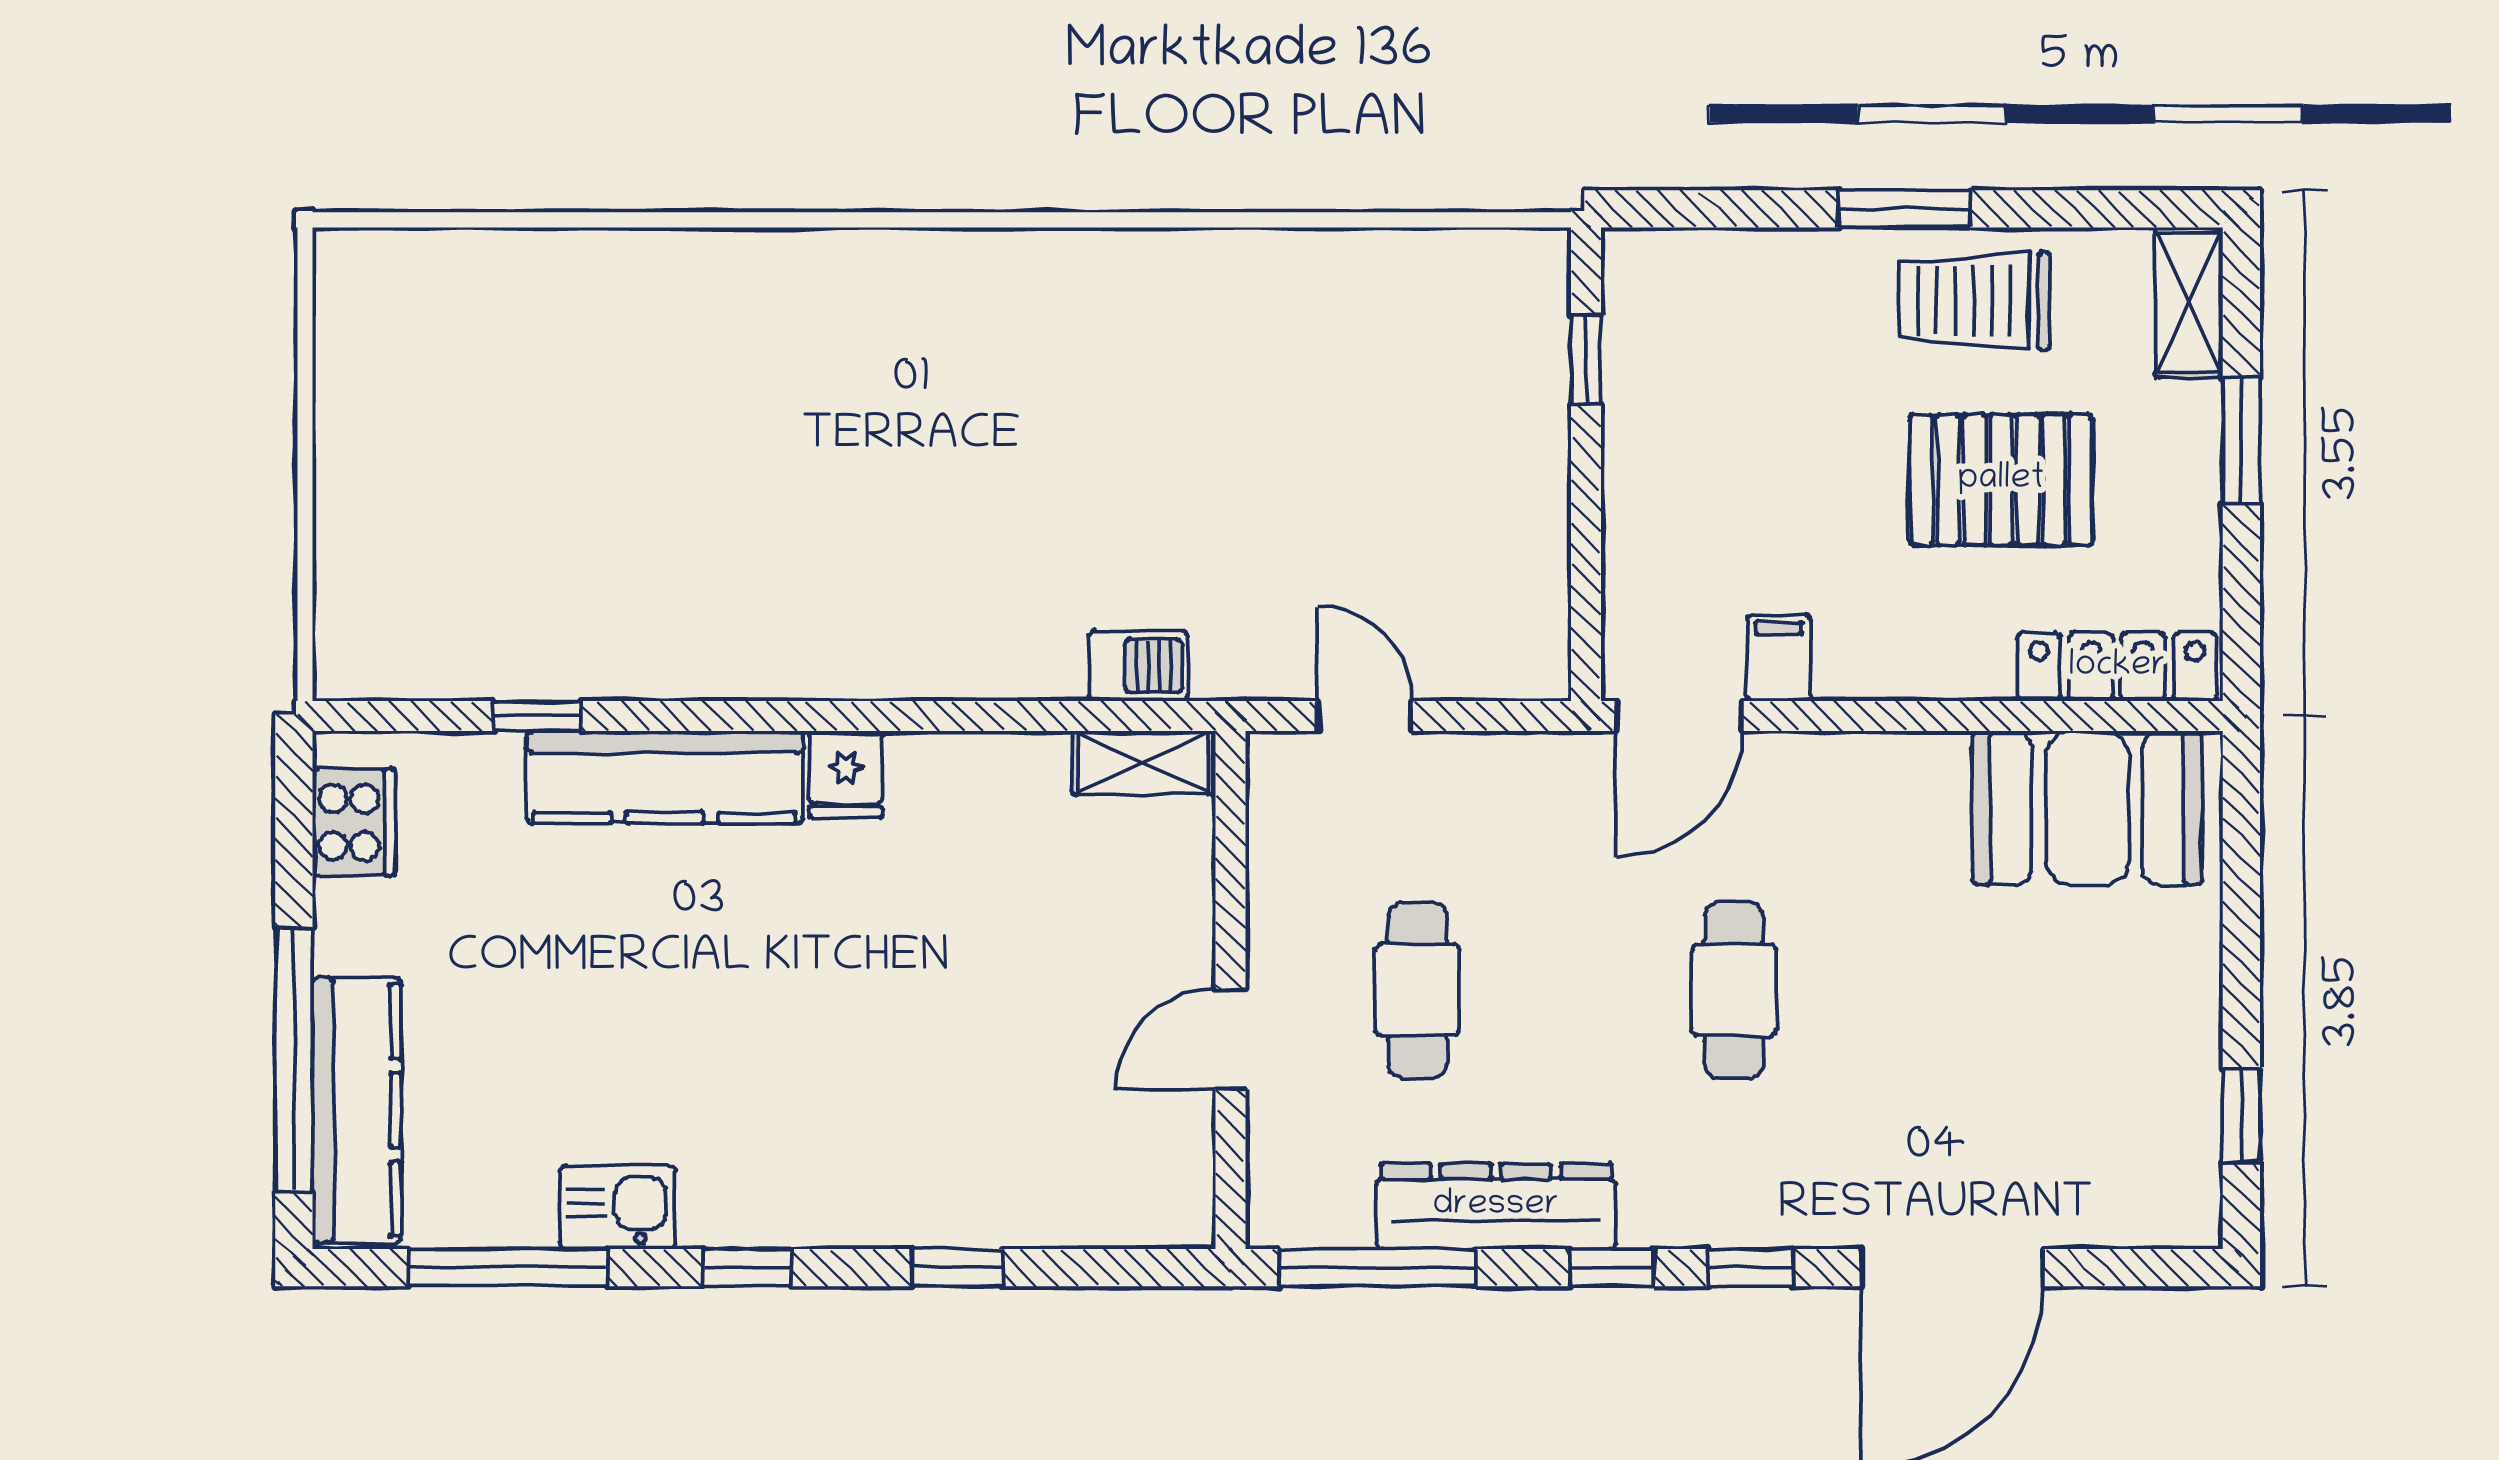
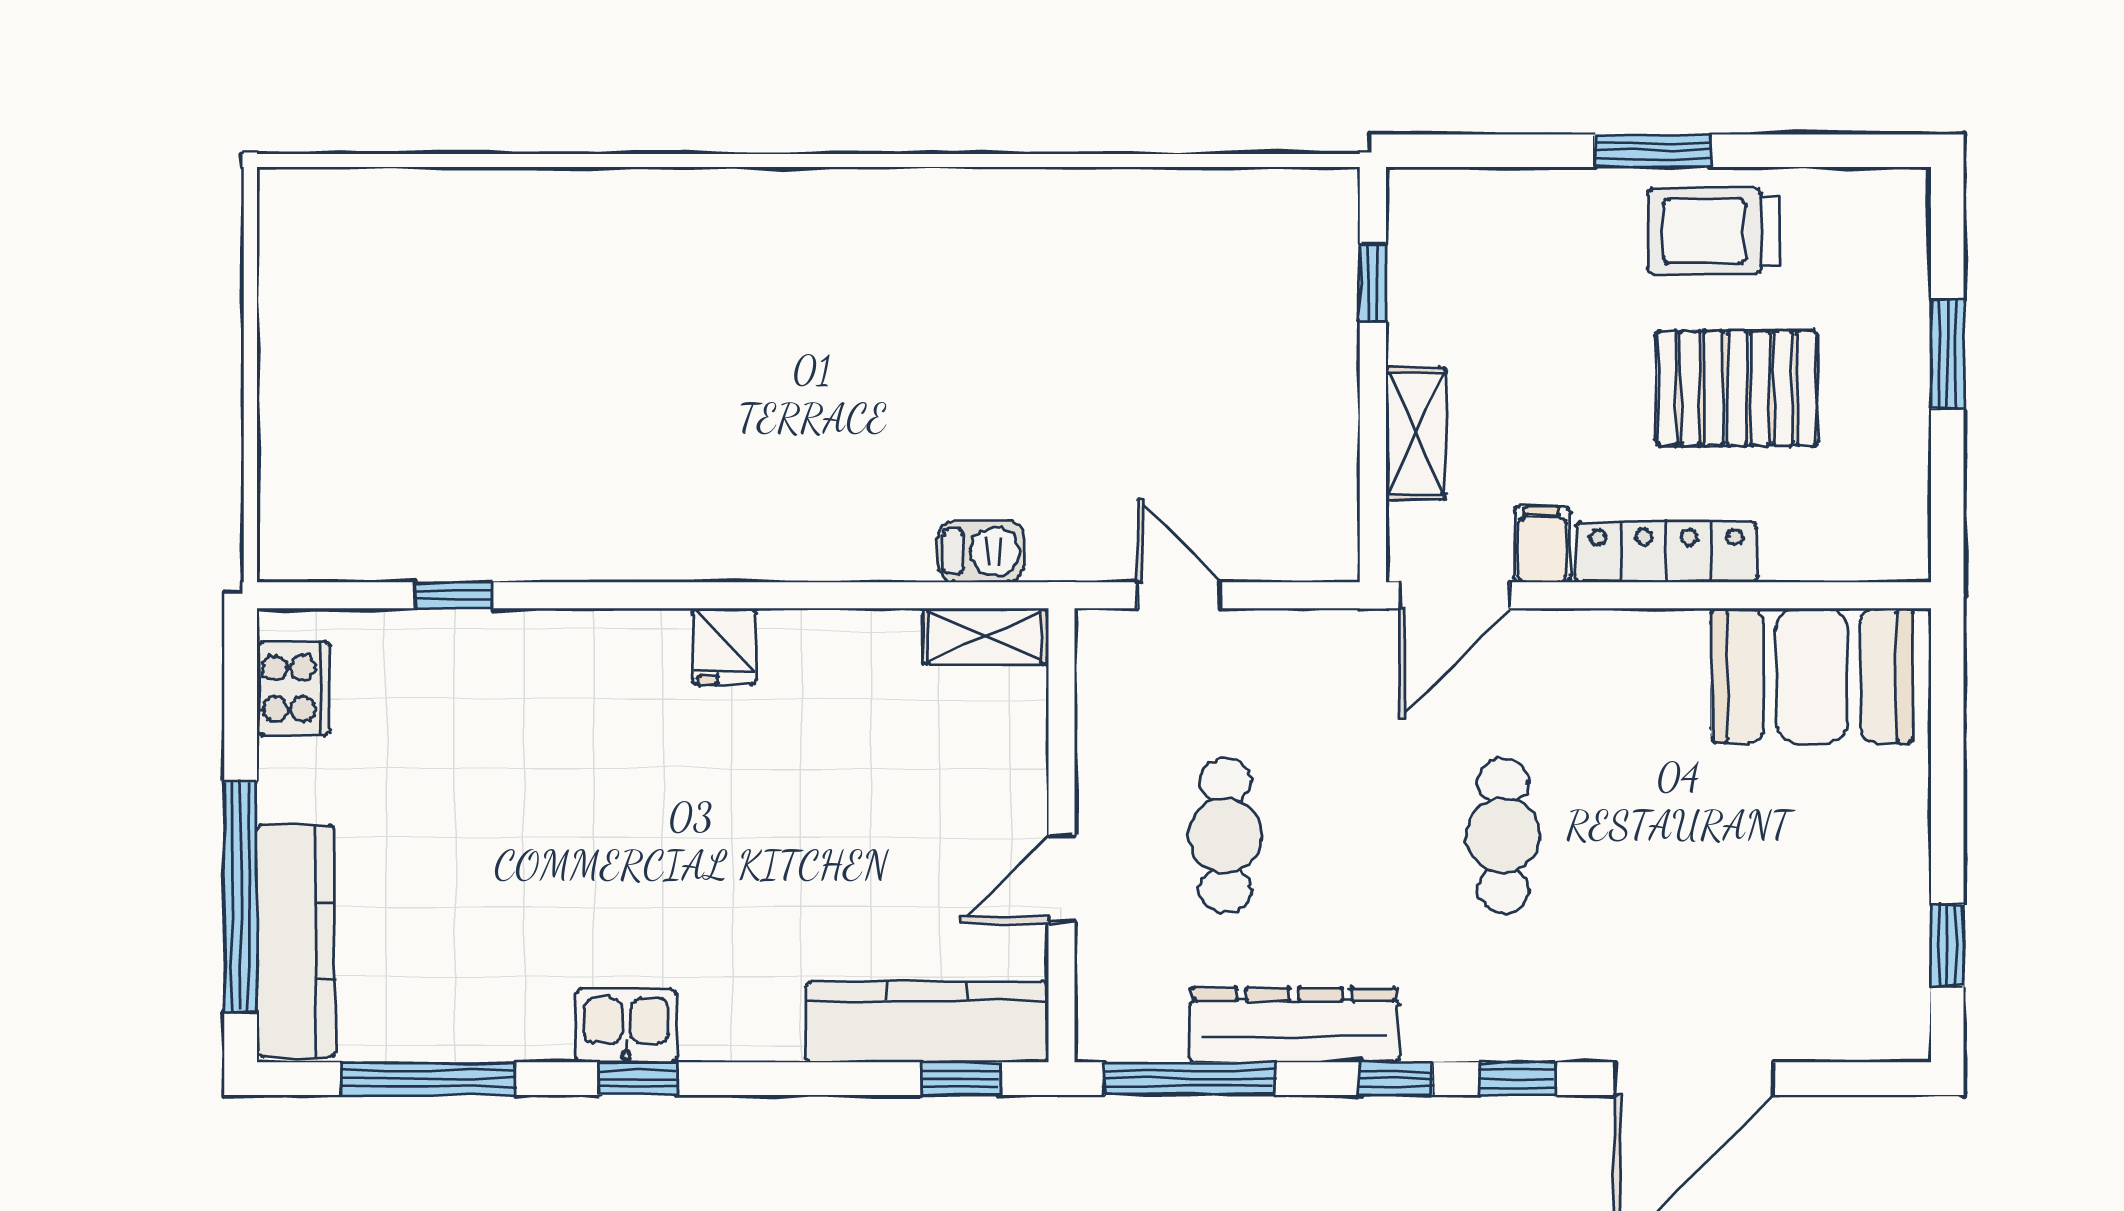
shelving: (2189, 302) -> (1416, 433), moved
locker: (2117, 667) -> (1666, 552), moved
kitchen counter: (665, 777) -> (927, 1022), moved, turned 180
kitchen sink: (617, 1207) -> (626, 1026), moved
window: (958, 1268) -> (961, 1079), moved

